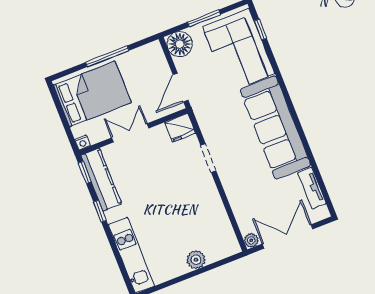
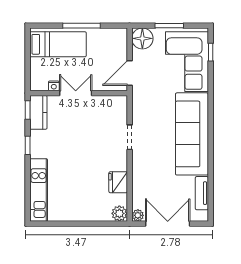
bed: (92, 94) -> (58, 44), width x0.67
fridge: (180, 128) -> (118, 182), moved, turned 90
nightstand: (82, 143) -> (54, 86), moved
kitchen counter: (101, 180) -> (38, 112), width x0.67
plant: (196, 260) -> (119, 213), moved

